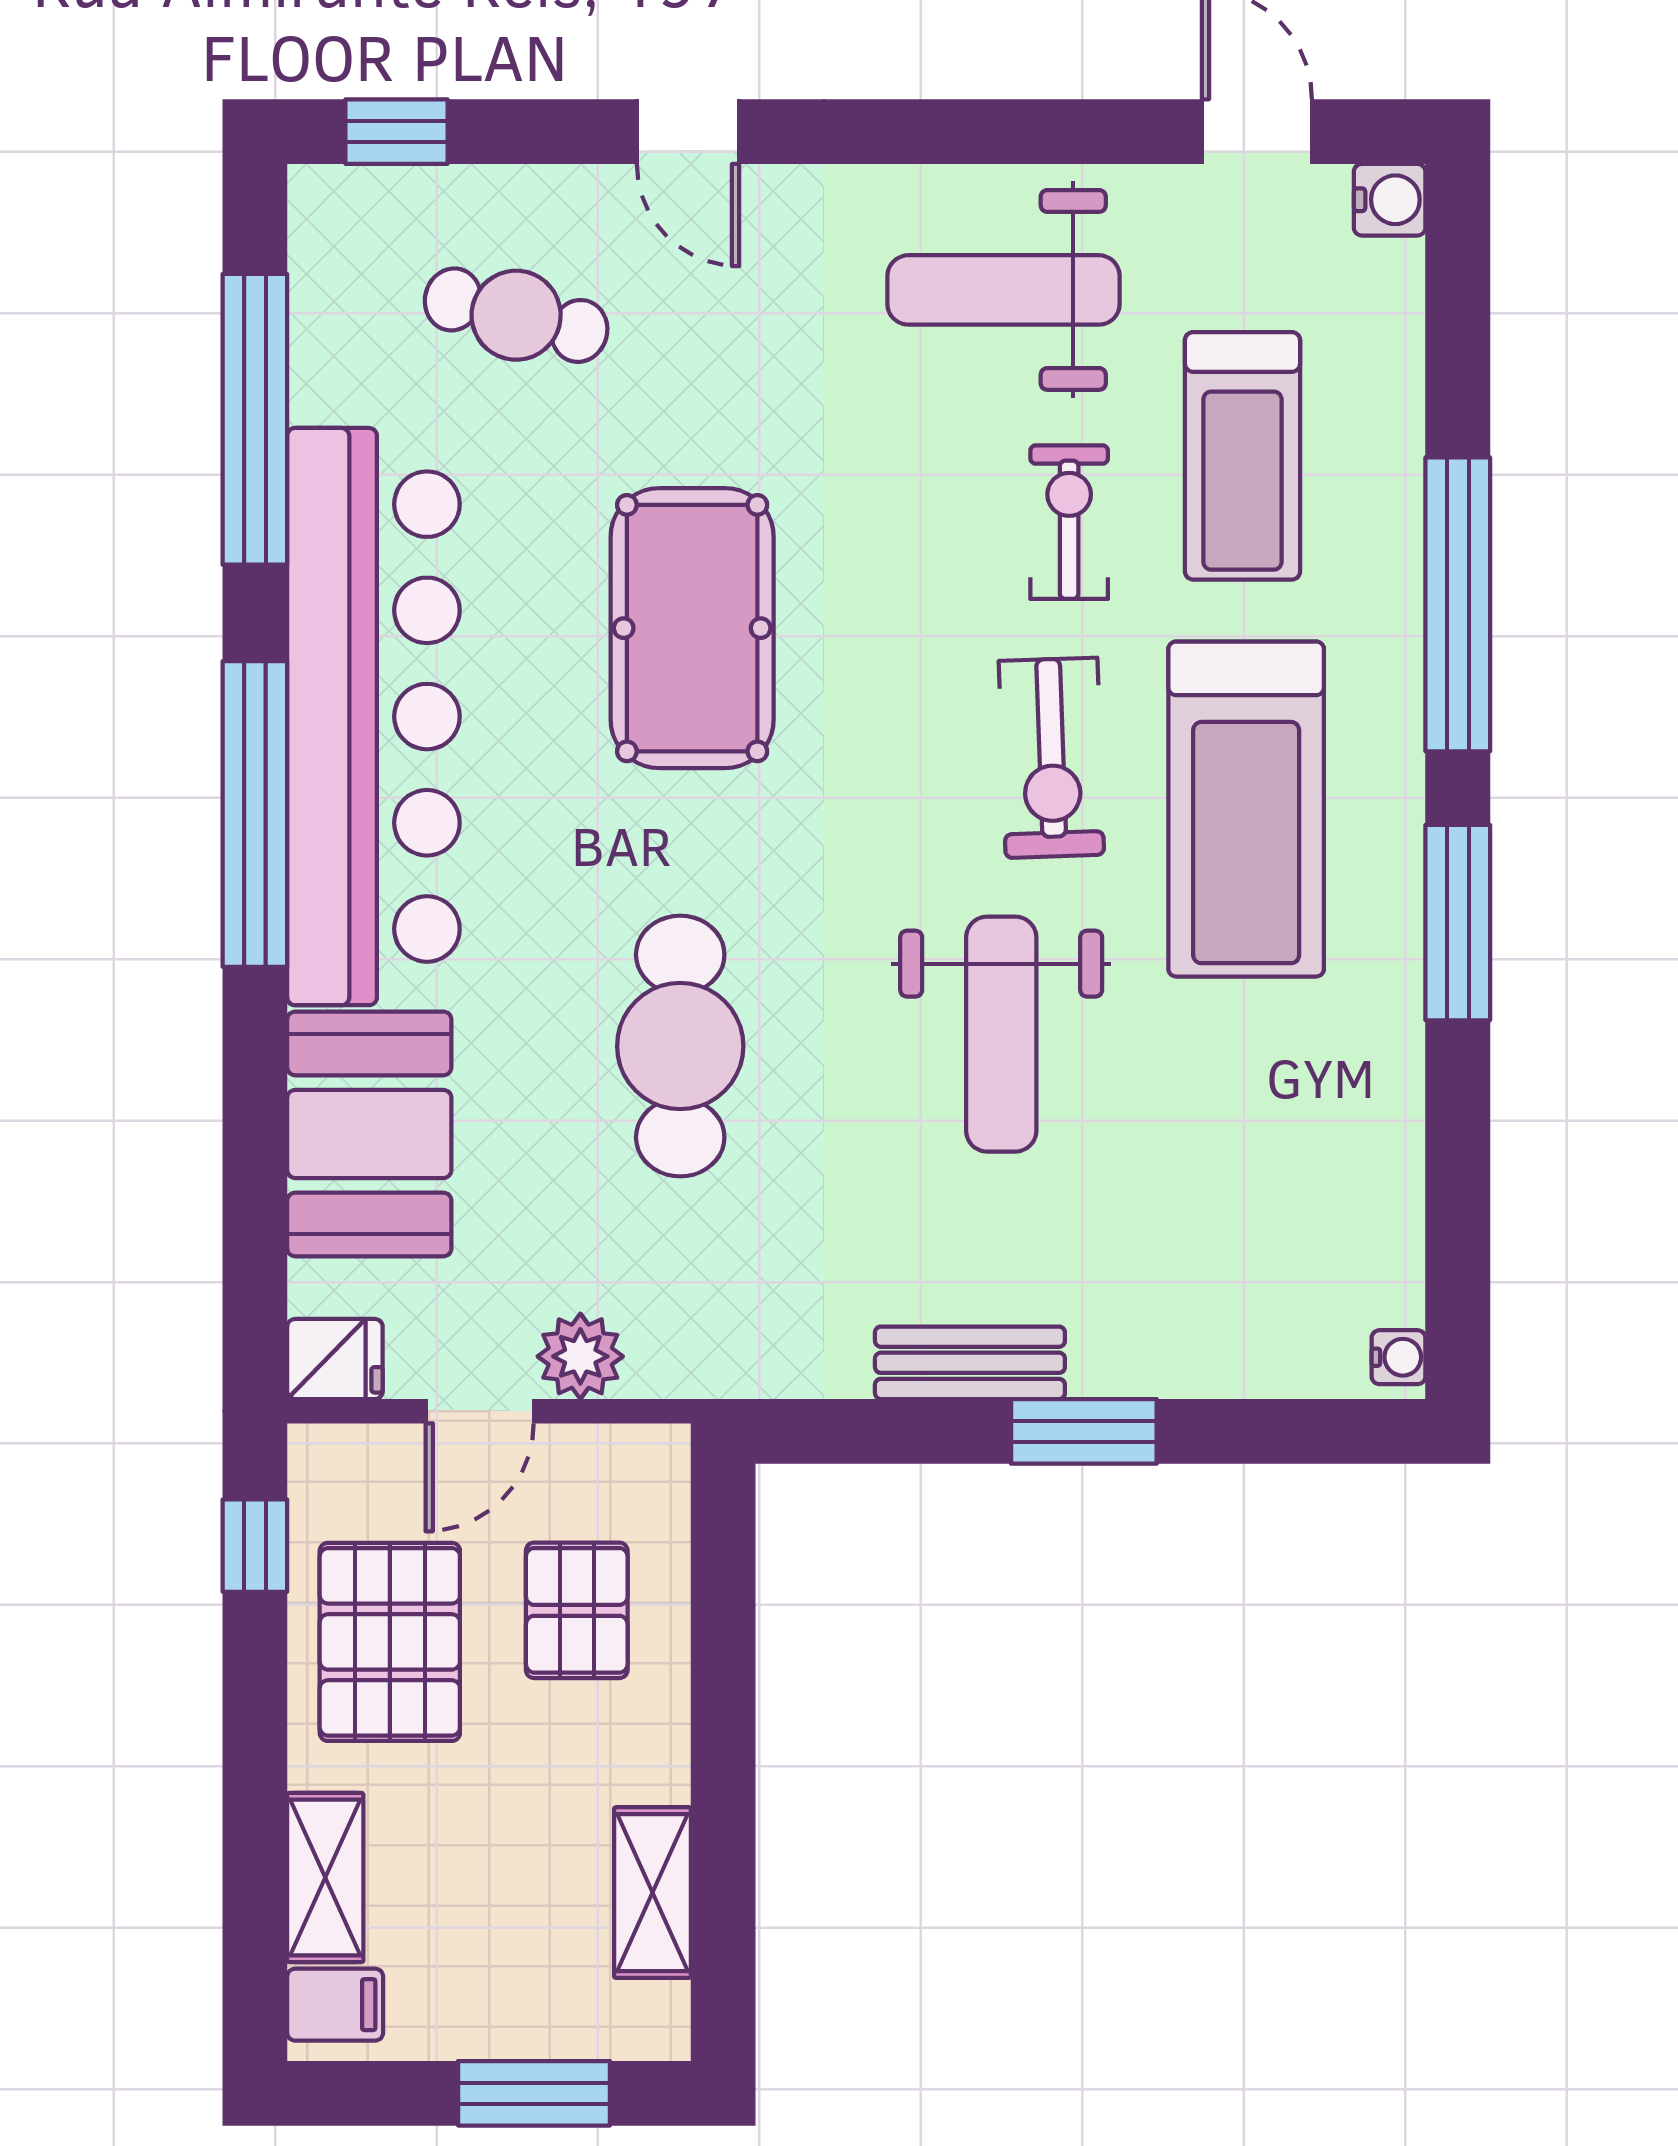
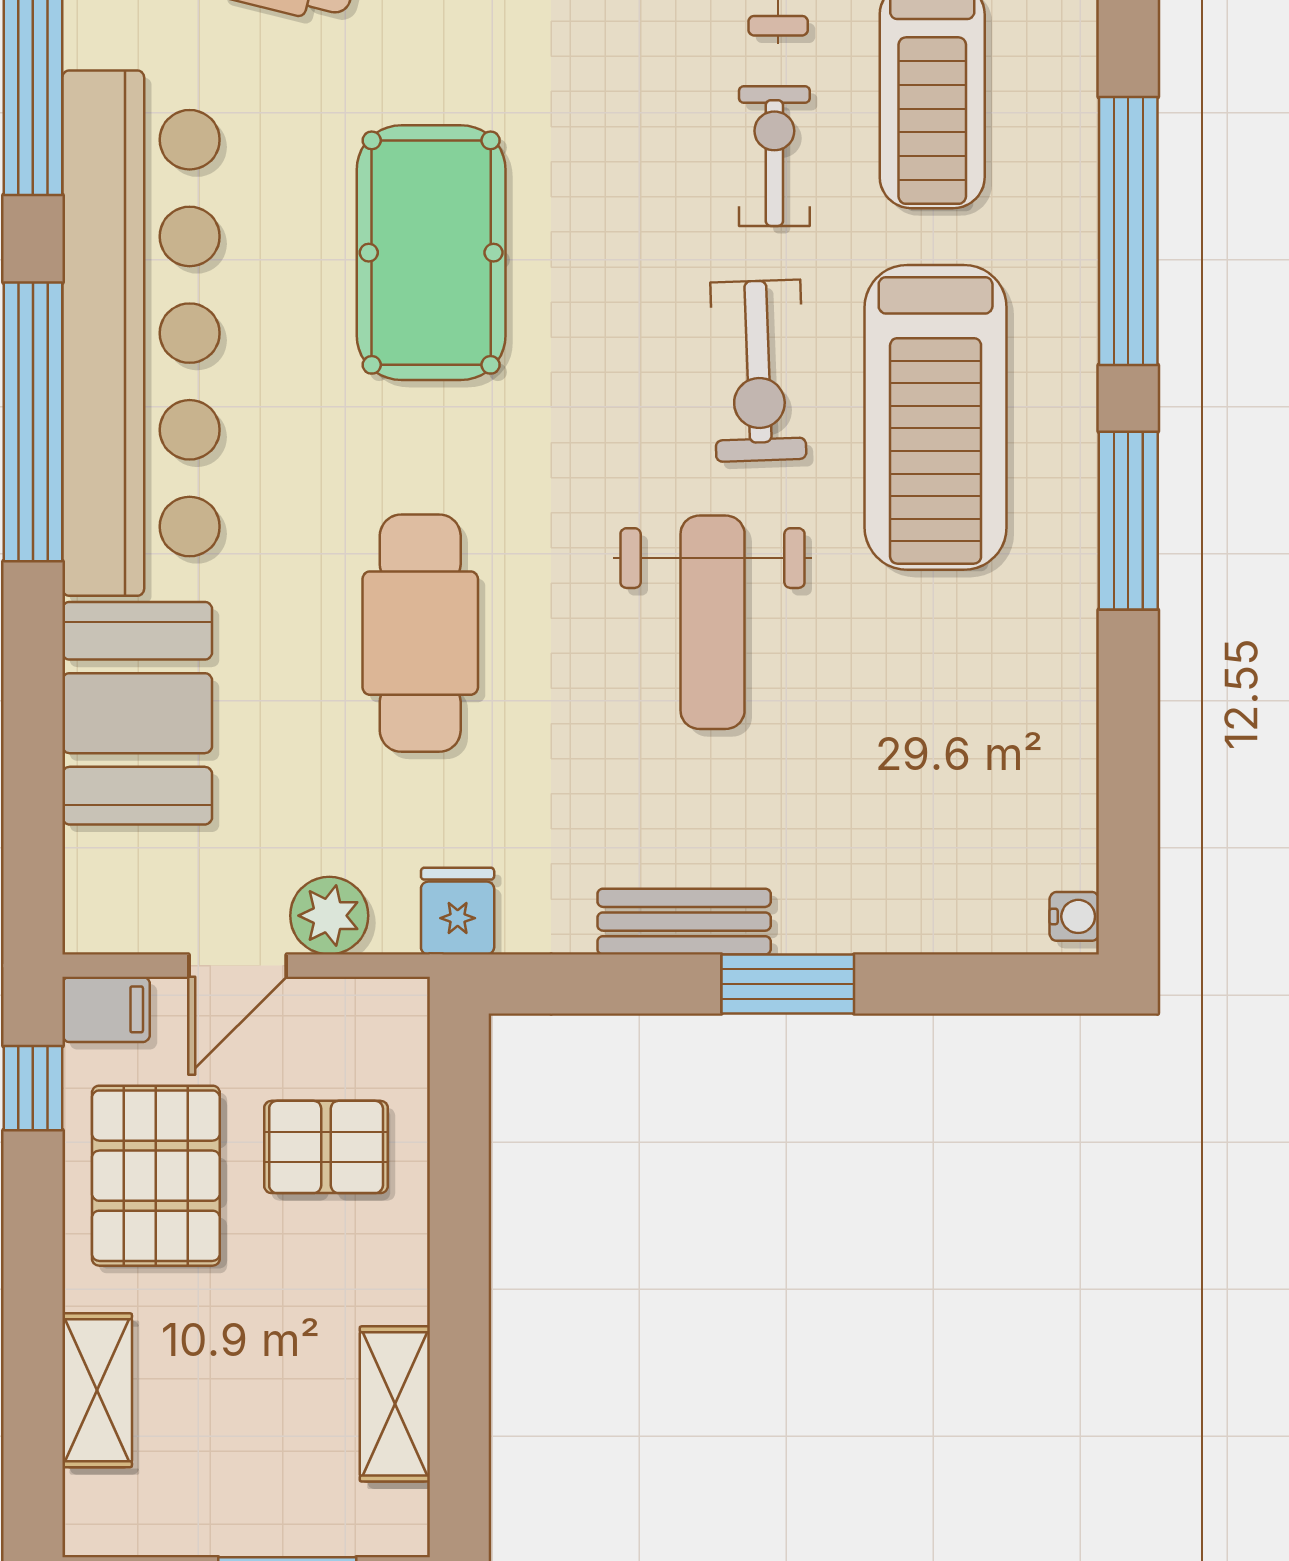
fridge: (335, 1359) -> (458, 911), moved, turned -90
pallet: (577, 1610) -> (326, 1147), turned 90
filing cabinet: (335, 2005) -> (106, 1009), moved

